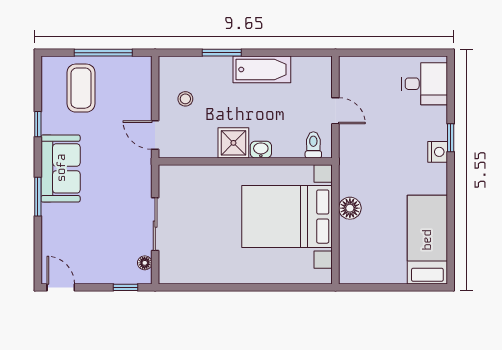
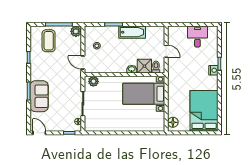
plant: (140, 68) -> (76, 31), added
desk: (425, 84) -> (197, 37), moved, turned -90
shower: (233, 143) -> (144, 66), moved
sofa: (61, 168) -> (39, 96), moved
plant: (178, 176) -> (93, 81), added
floor lamp: (350, 208) -> (173, 122), moved
bed with nightstands: (287, 217) -> (144, 94), width x0.73
bed: (427, 240) -> (204, 111), width x1.50

